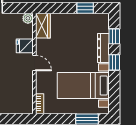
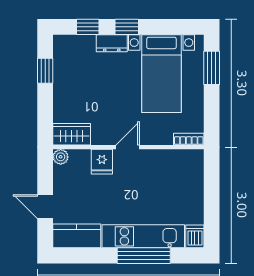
dresser: (103, 48) -> (112, 43), width x0.70

